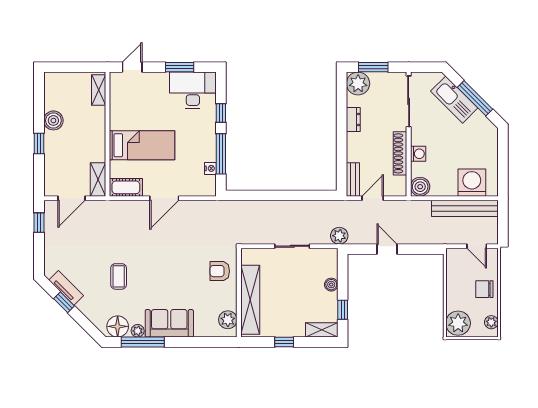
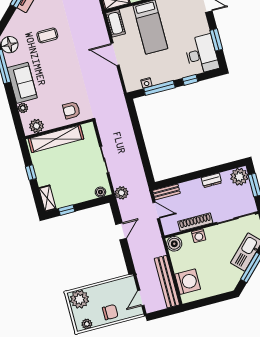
armchair: (220, 271) -> (71, 110), turned -90
boiler: (331, 285) -> (100, 192), moved
chair: (484, 289) -> (110, 312), turned 90
plant: (138, 331) -> (23, 108), moved

